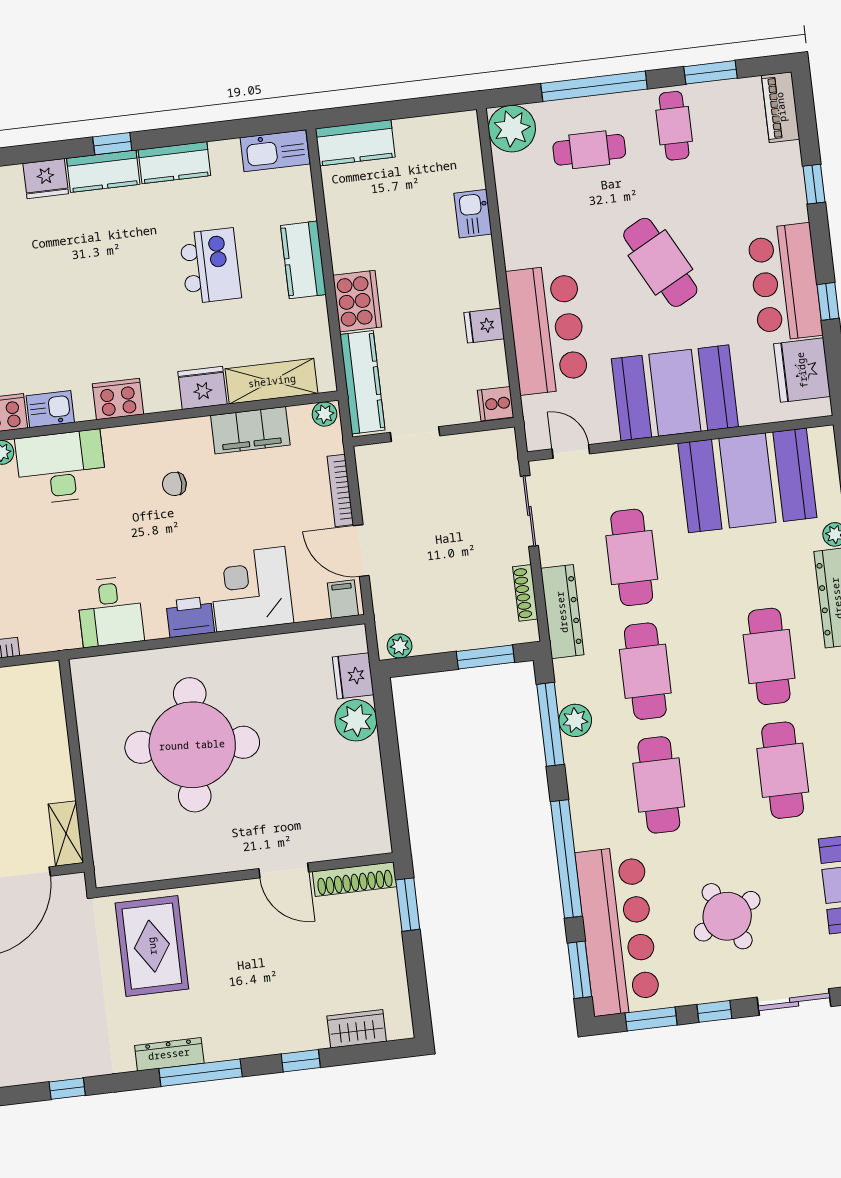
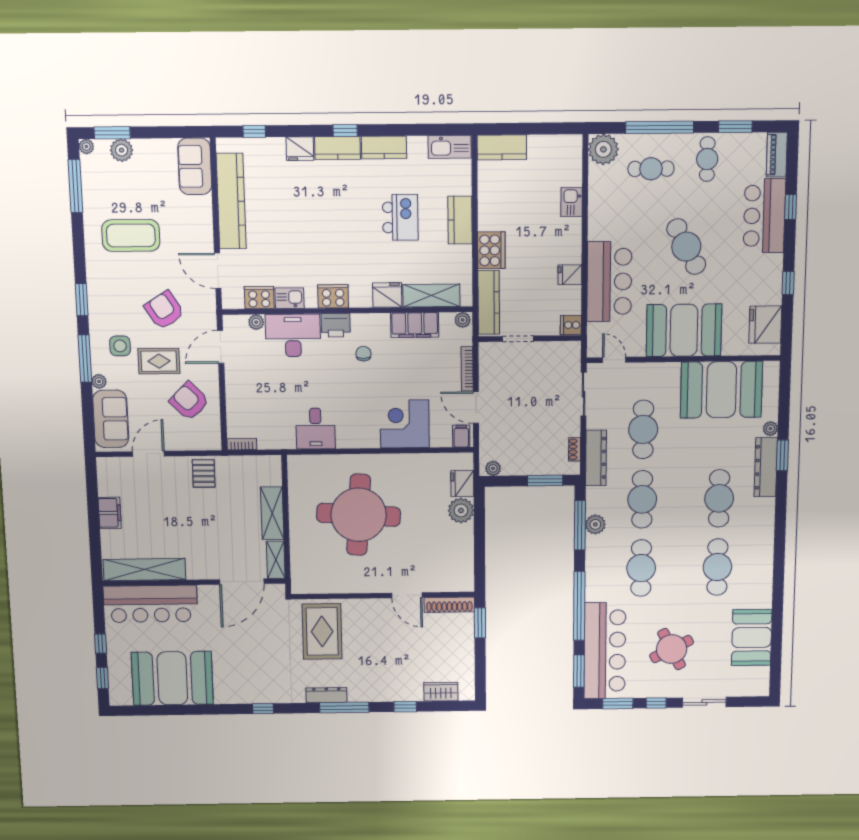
bar counter: (785, 282) -> (764, 216), moved
chair: (174, 484) -> (363, 354), turned 90
shoe rack: (525, 593) -> (575, 449), width x0.70
printer: (190, 617) -> (336, 325), moved, turned 180
shelving: (53, 757) -> (272, 513), added

